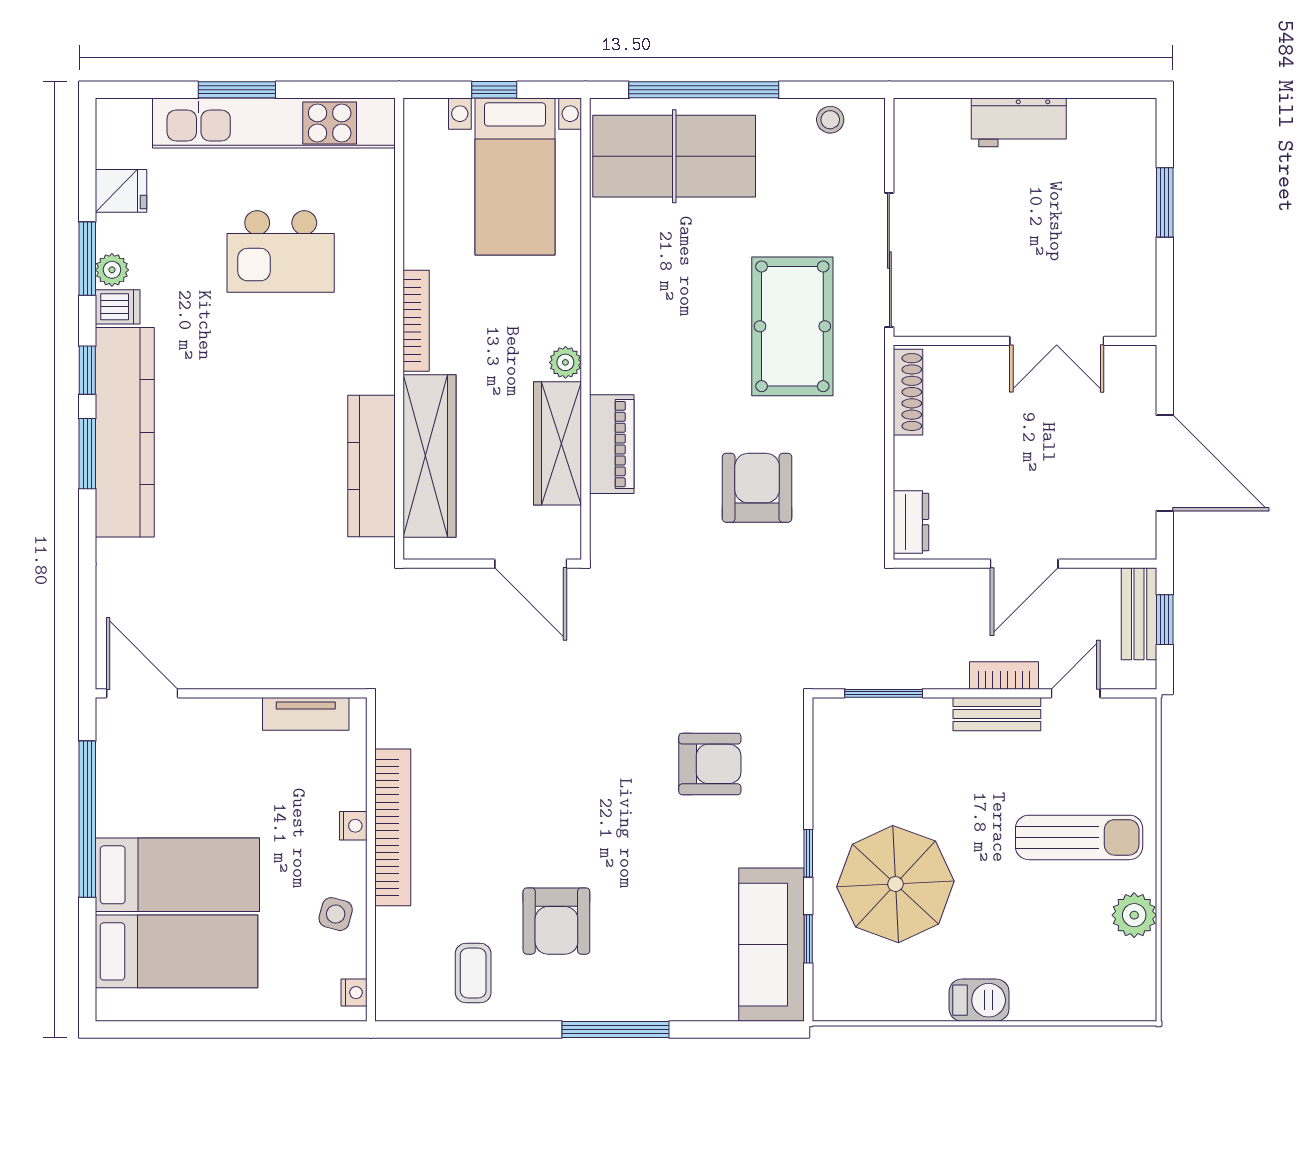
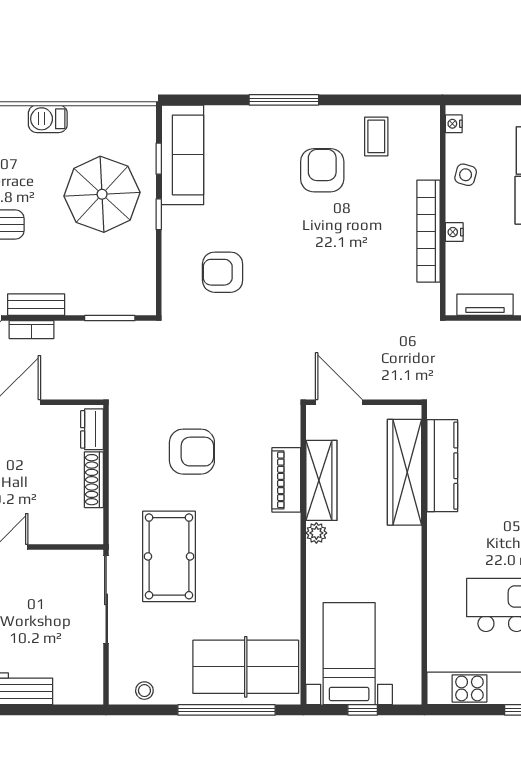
bookcase: (416, 321) -> (413, 560), removed
shoe rack: (908, 392) -> (94, 480), moved
armchair: (757, 488) -> (192, 452), turned -90

